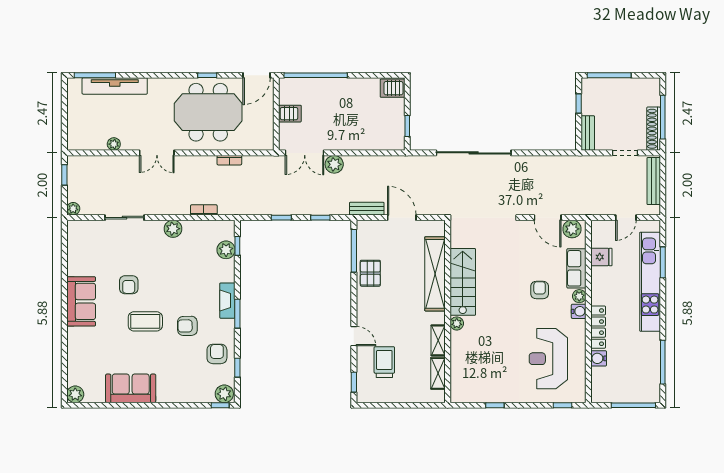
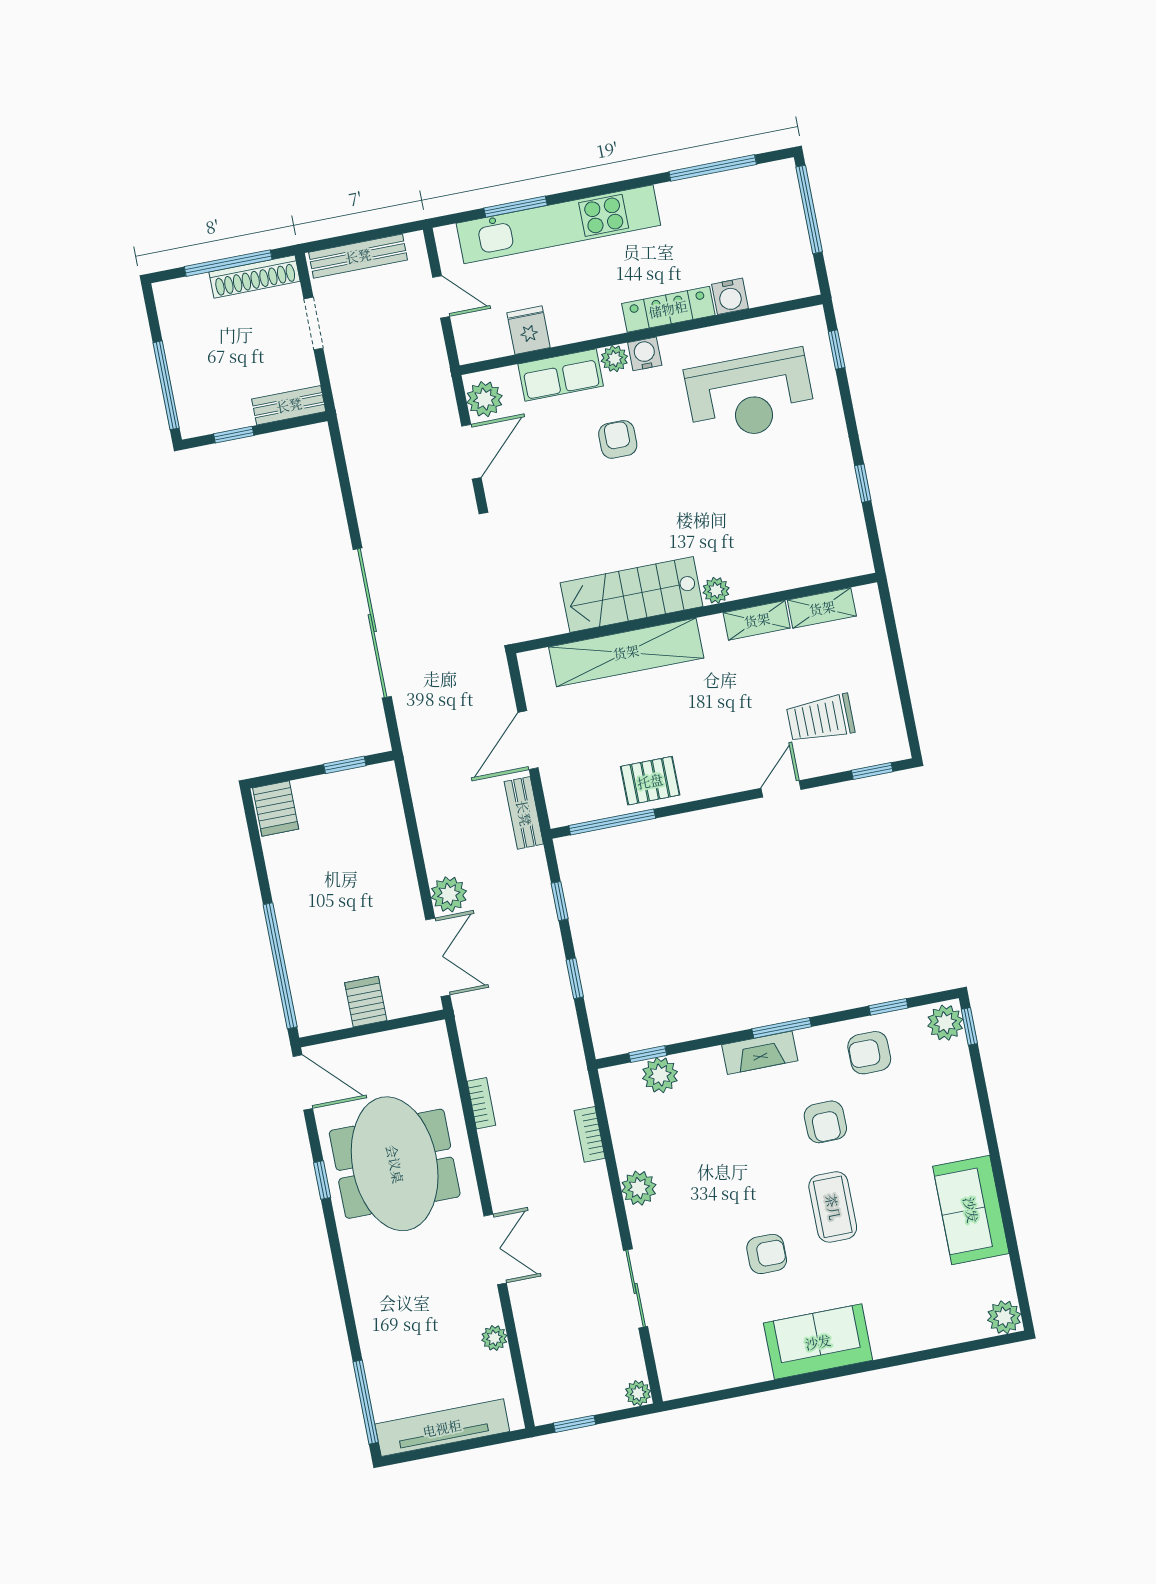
tv unit: (115, 86) -> (442, 1428), moved, turned -90
armchair: (540, 290) -> (618, 439), turned 90

